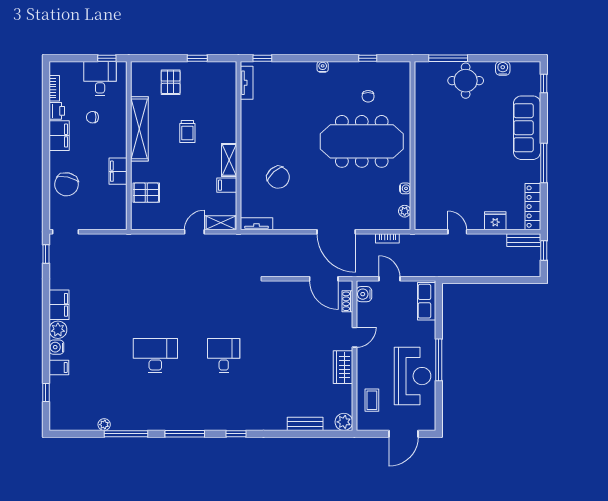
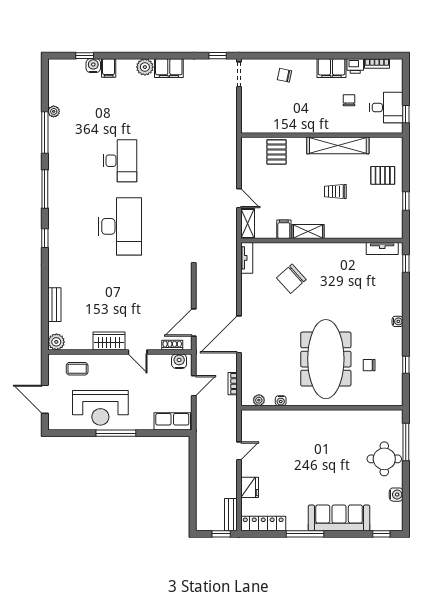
filing cabinet: (118, 171) -> (297, 125), removed
chair: (66, 184) -> (285, 75), width x0.54, depth x0.54
water cooler: (56, 347) -> (93, 66), moved
desk: (224, 356) -> (120, 226), width x1.87, depth x1.30

